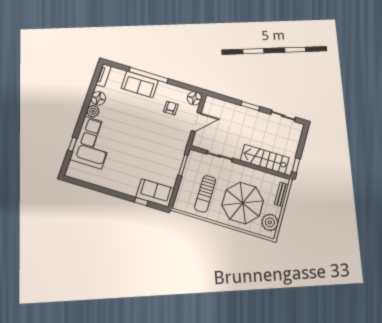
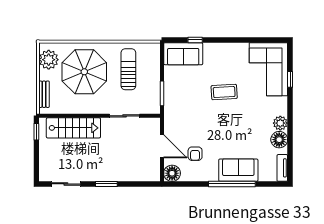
door: (196, 122) -> (162, 146), swing flipped
corner sofa: (93, 143) -> (268, 69), moved
coffee table: (131, 151) -> (224, 92), added

